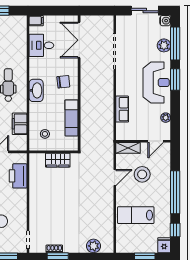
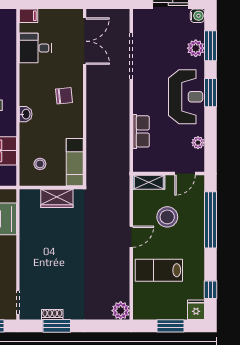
double door: (79, 40) -> (85, 41), swing flipped
window: (175, 44) -> (211, 46), width x0.69
washbasin: (36, 90) -> (26, 114), width x0.52, depth x0.69
exam couch: (72, 118) -> (75, 162), moved
door: (115, 178) -> (131, 237), moved
window: (175, 192) -> (211, 220), moved
plant: (94, 246) -> (121, 311), moved

